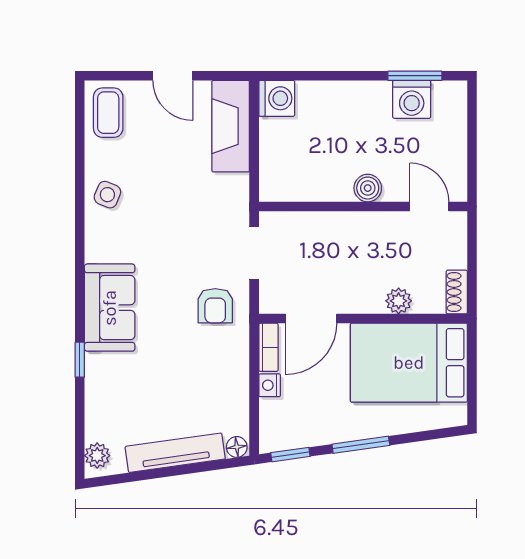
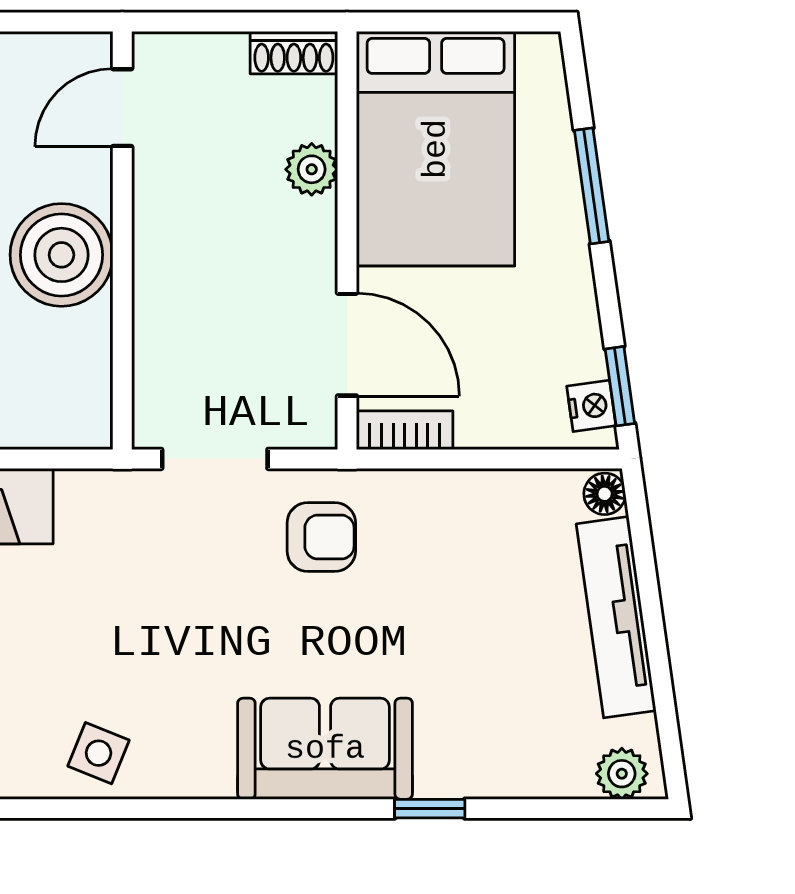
boiler: (368, 188) -> (61, 255), width x1.86, depth x1.86
nightstand: (270, 385) -> (591, 406), moved, turned -98
window: (361, 445) -> (592, 186), moved

